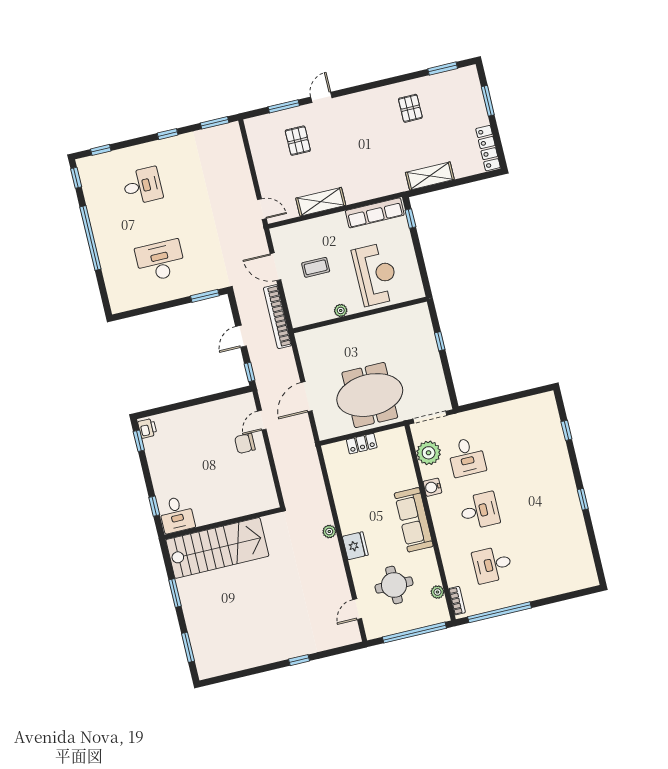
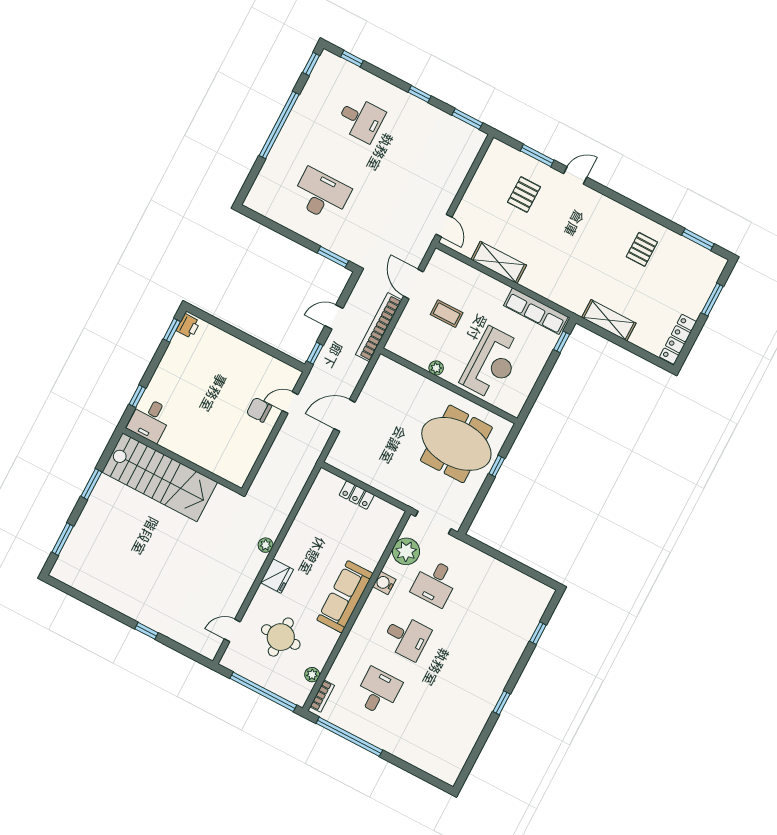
meeting table: (370, 395) -> (456, 444), moved
desk: (492, 565) -> (378, 692), turned 90

